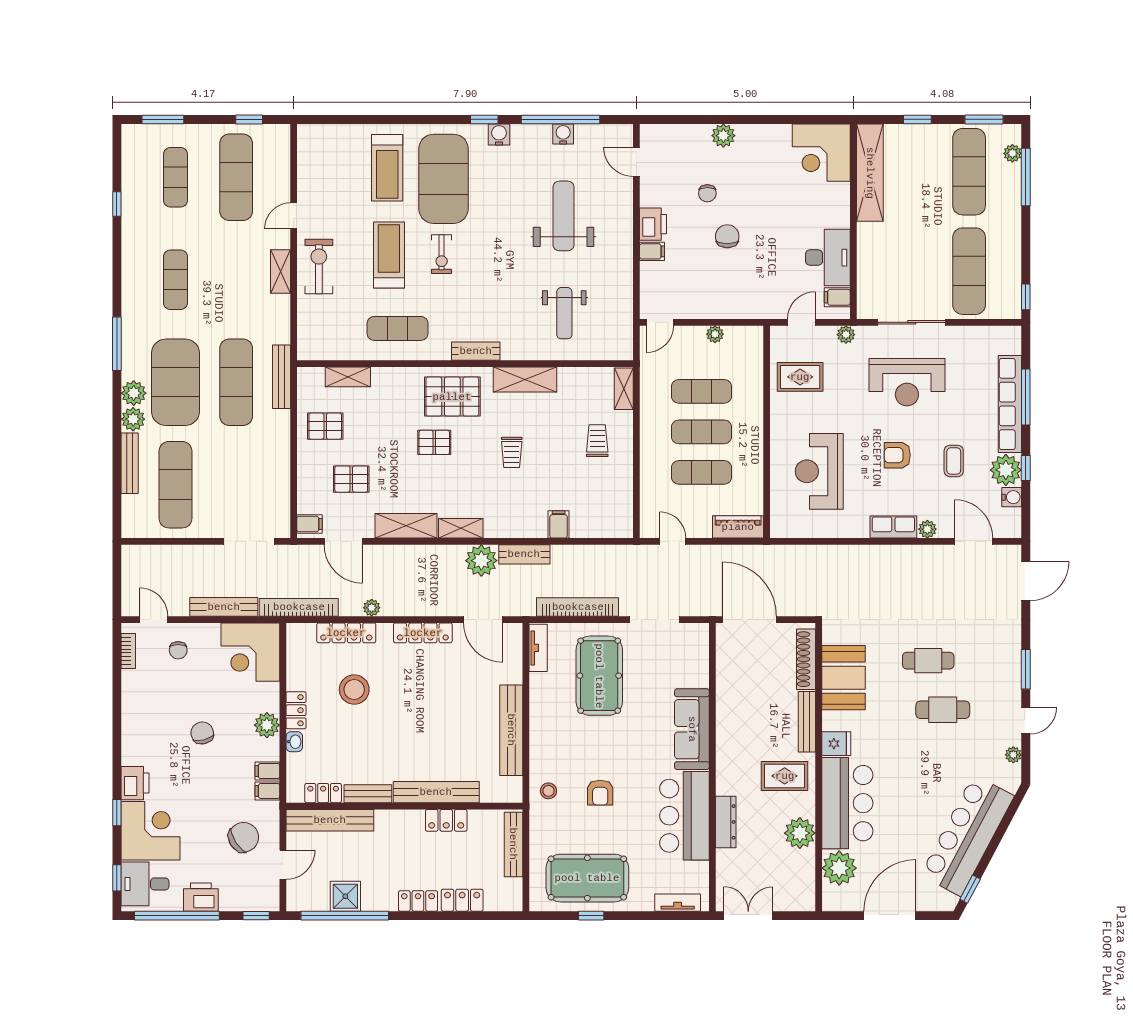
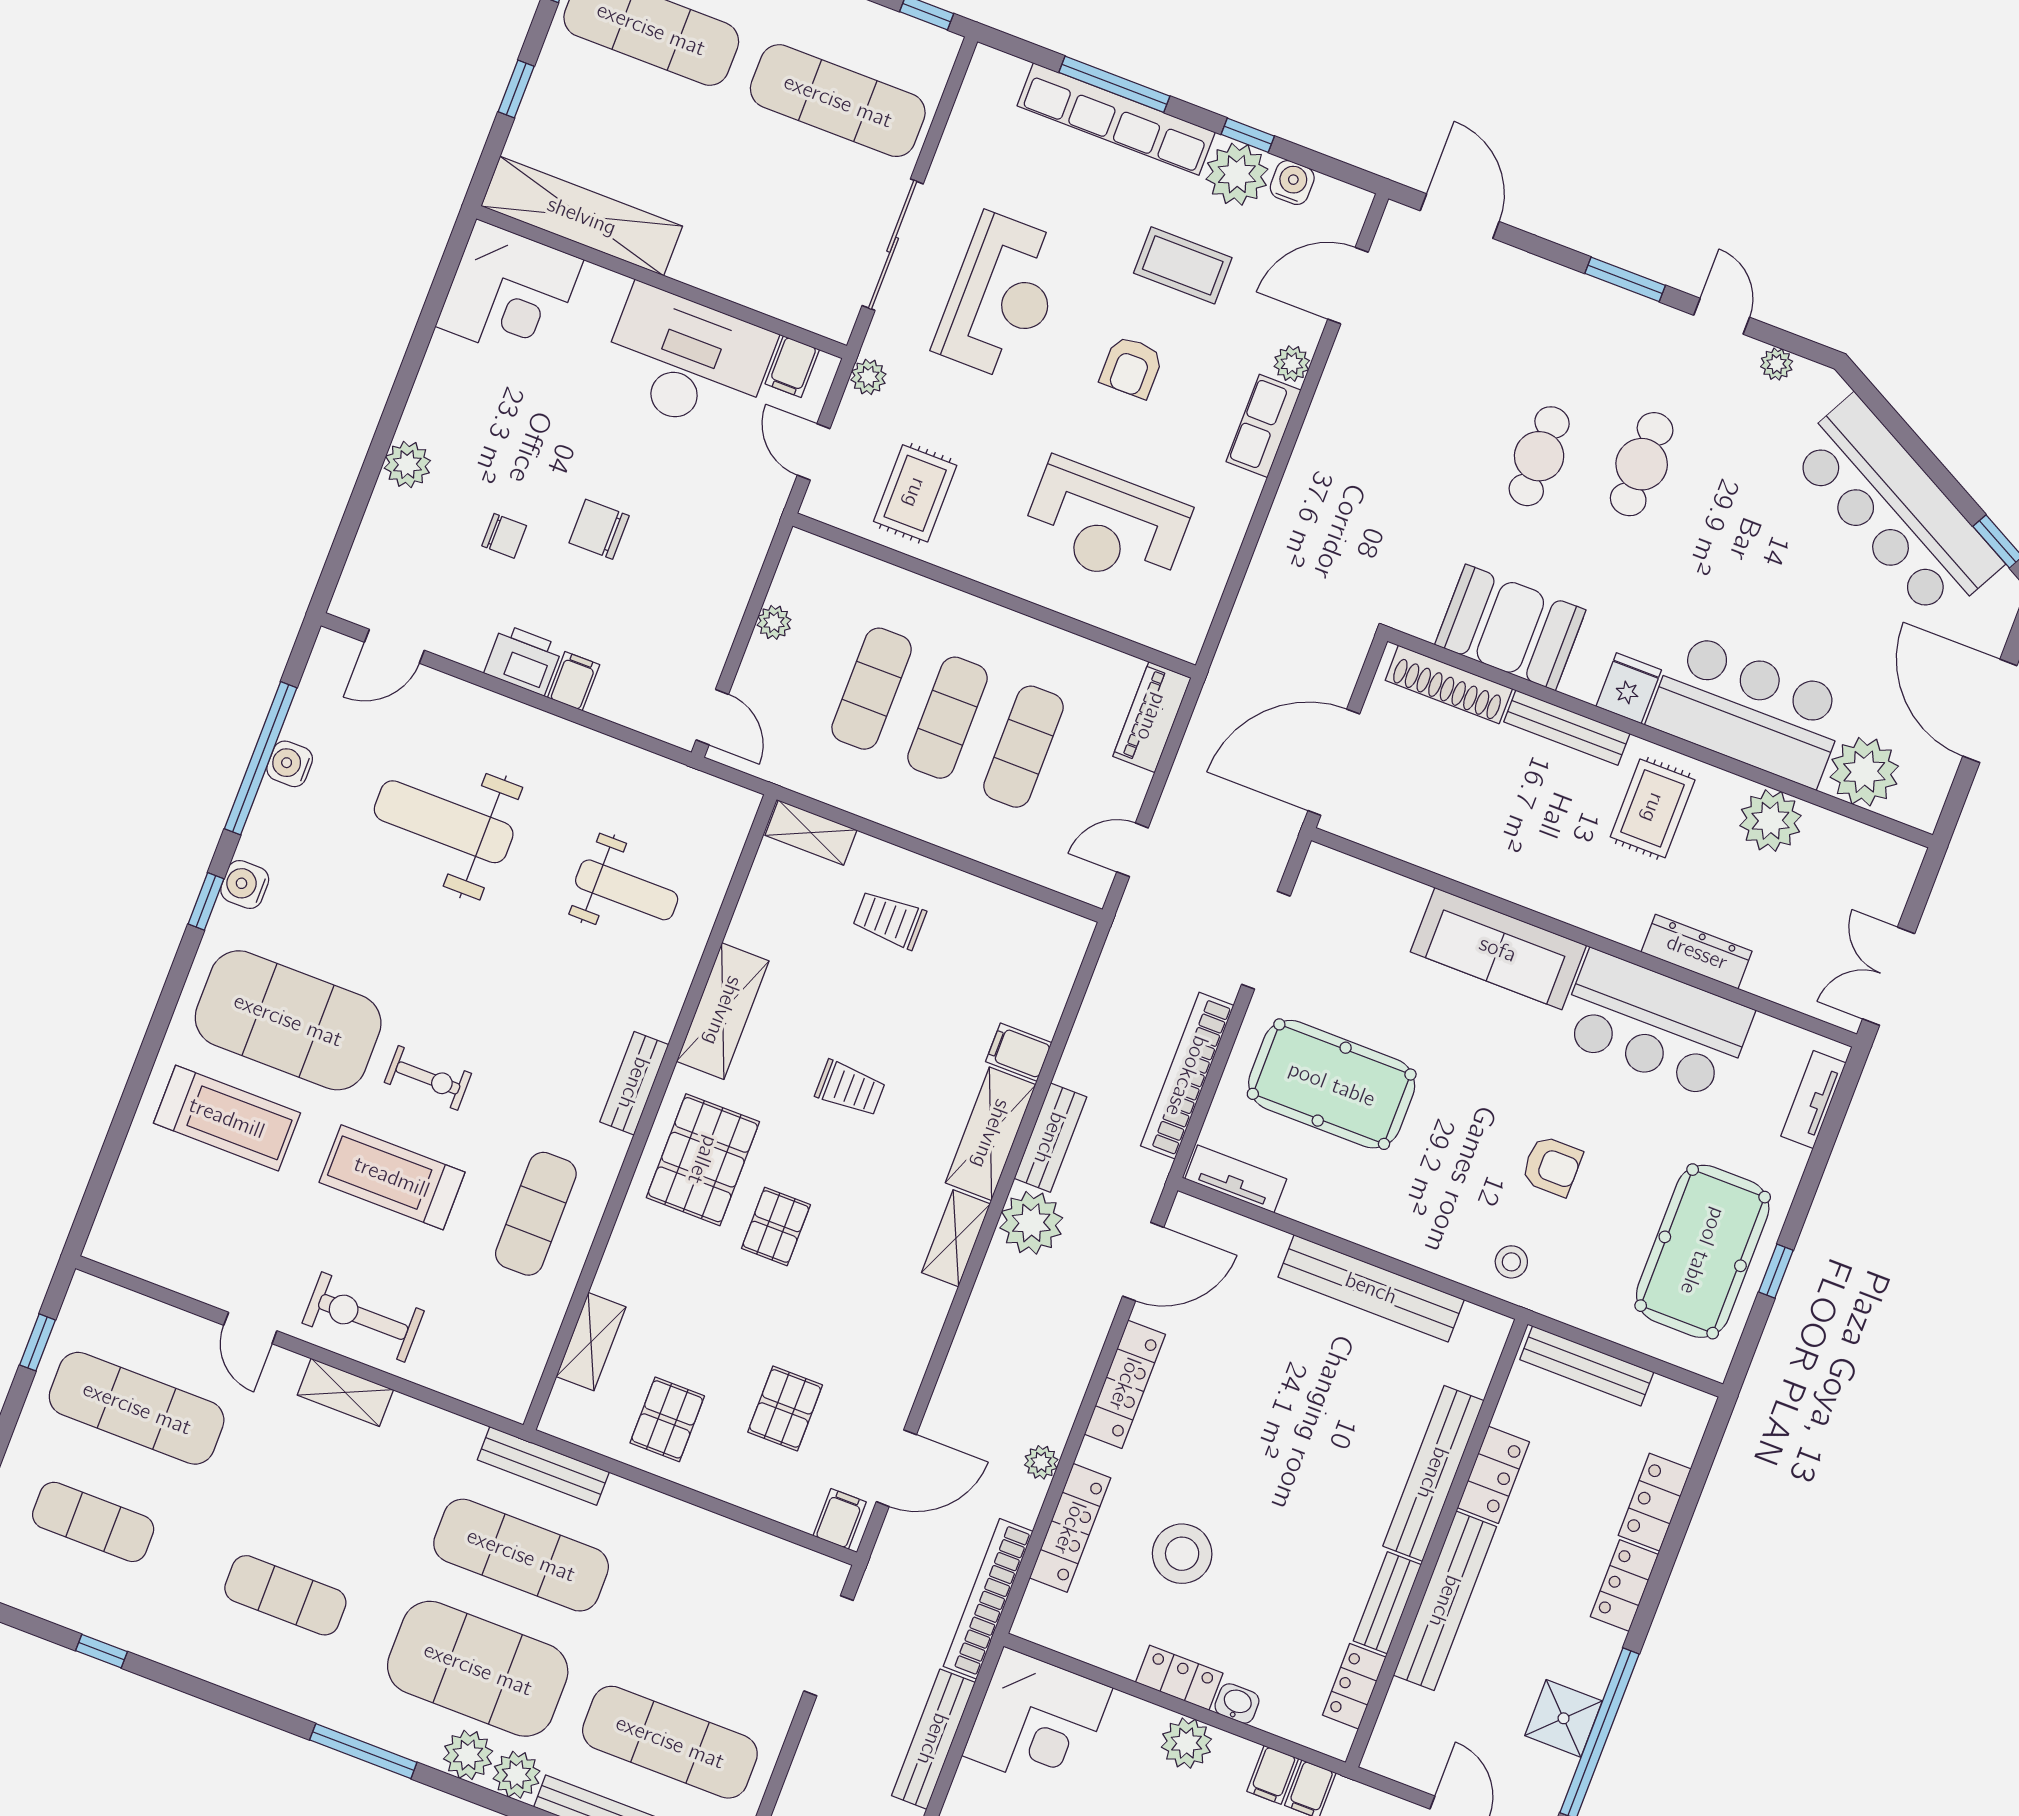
desk: (828, 258) -> (687, 361), width x1.36, depth x1.30
coffee table: (954, 461) -> (1183, 265), width x1.36, depth x1.30
shelving: (406, 526) -> (991, 1134), moved
bench: (330, 820) -> (1445, 1601), moved

